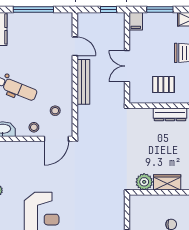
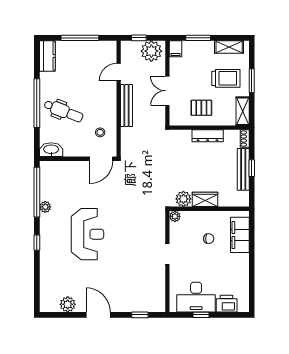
window: (108, 9) -> (139, 38), moved
plant: (110, 24) -> (151, 51), added
door: (75, 46) -> (119, 72), swing flipped
stool: (34, 127) -> (80, 148), removed
plant: (135, 201) -> (175, 216), added

